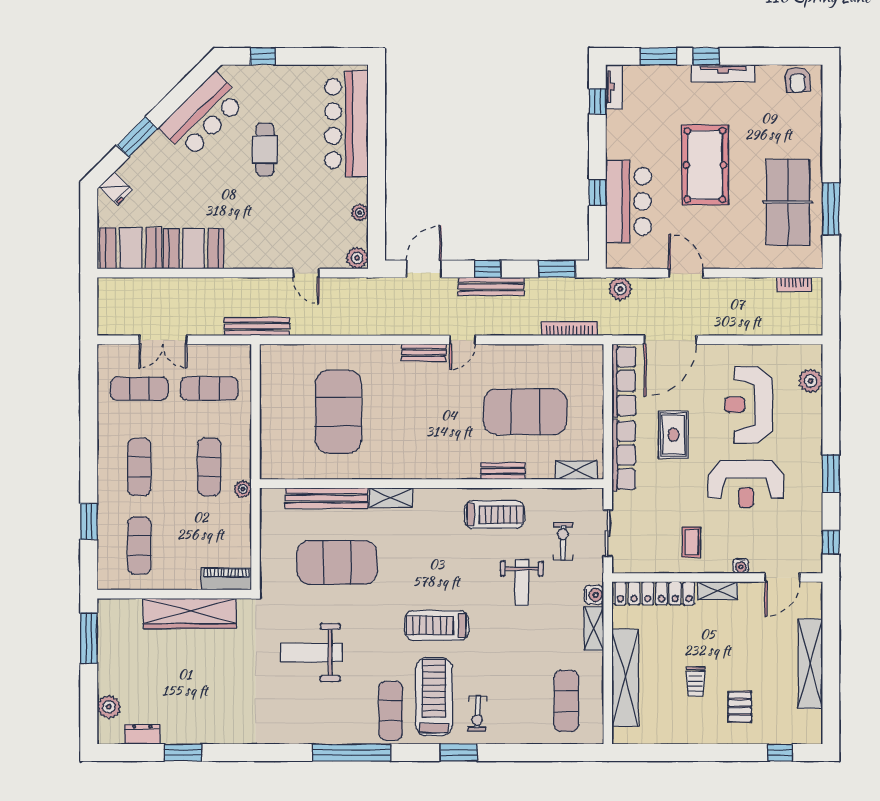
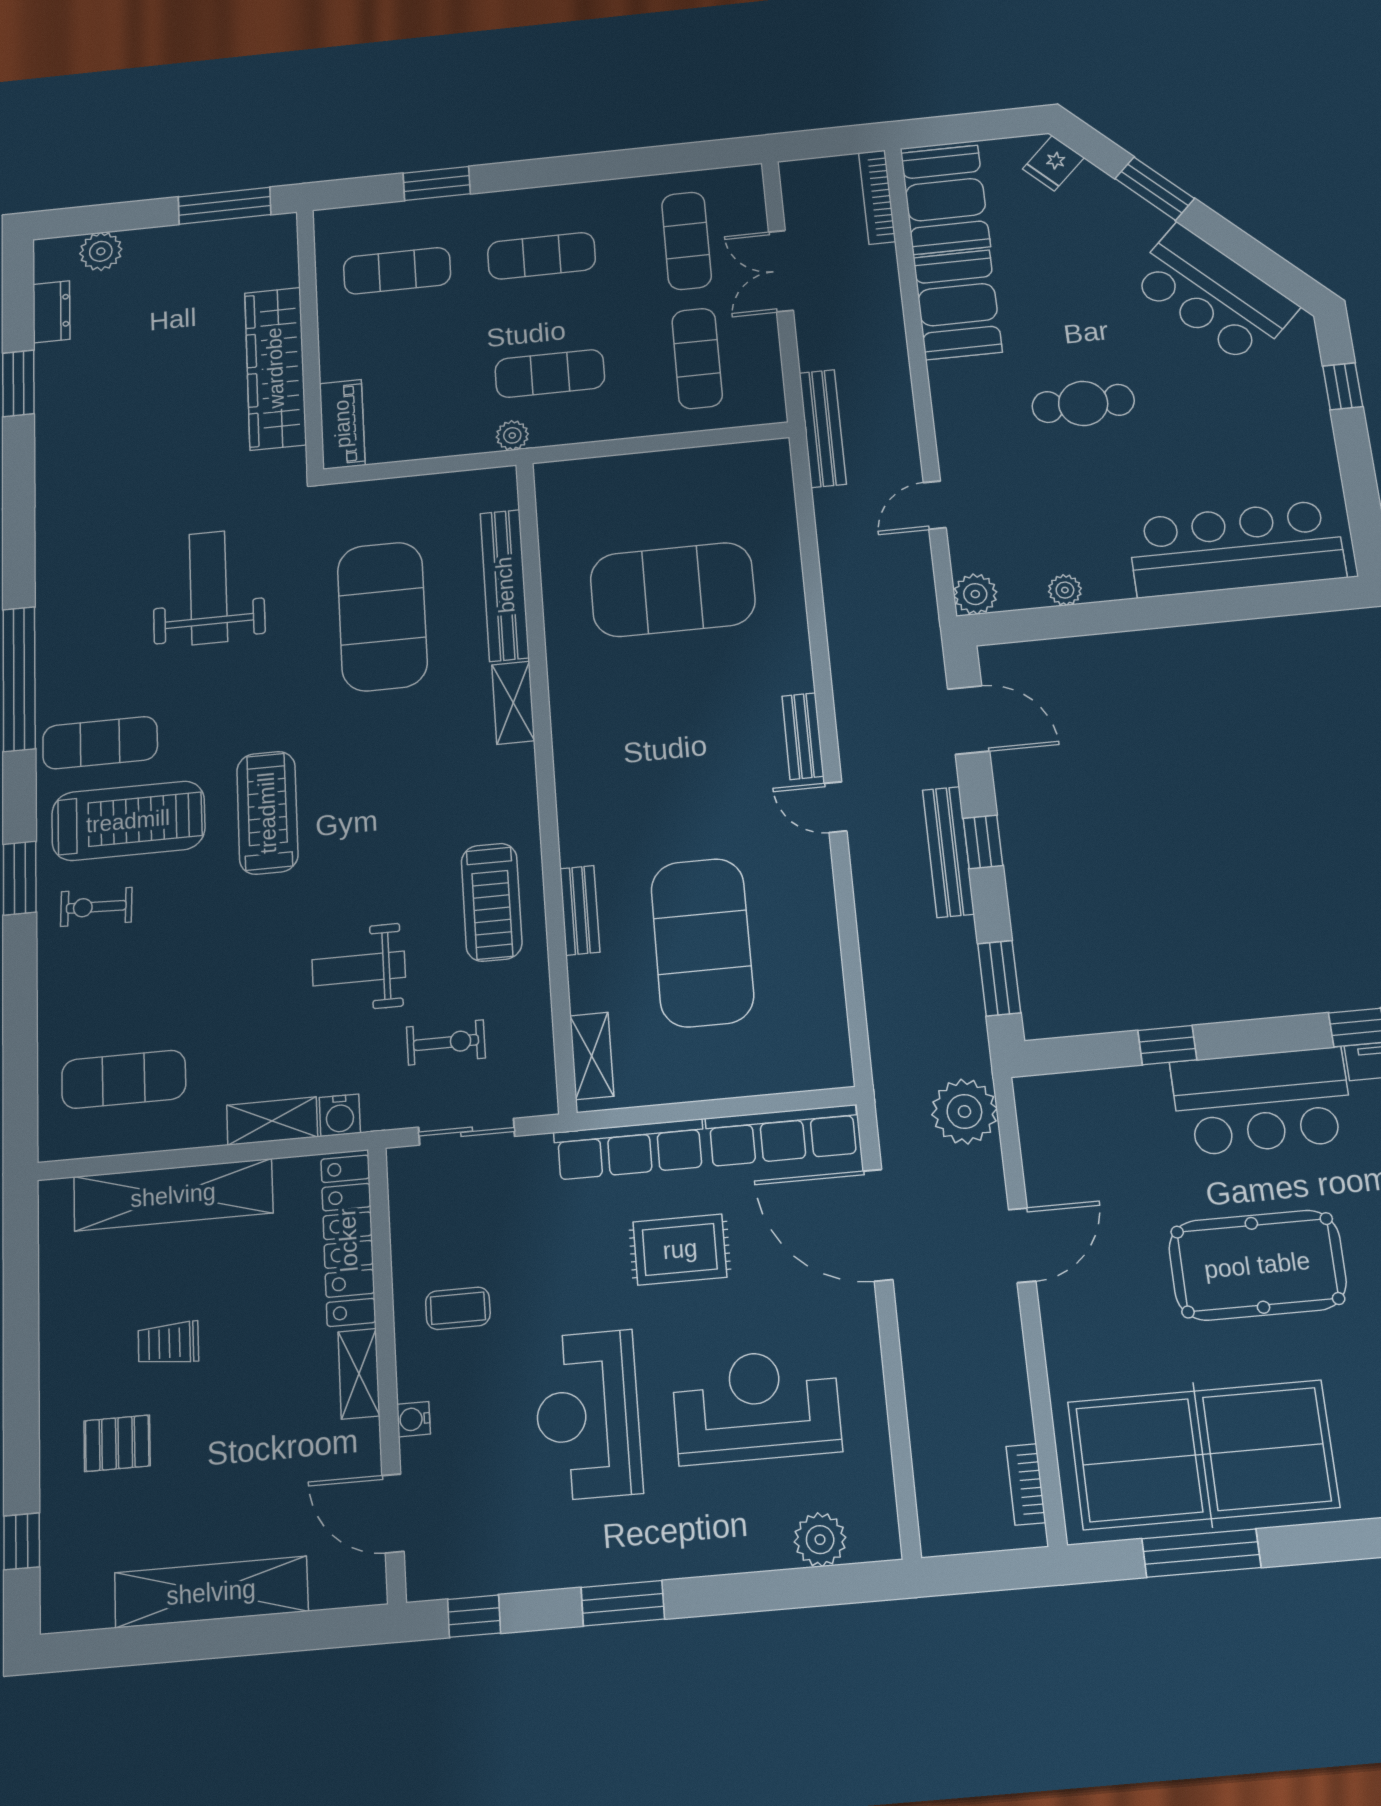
cafe table: (265, 149) -> (1083, 403), moved
bar counter: (629, 201) -> (1262, 1101), moved
table tennis table: (788, 202) -> (1203, 1454), width x1.36, depth x1.32
plant: (620, 289) -> (964, 1111), width x1.36, depth x1.36
bookcase: (569, 329) -> (877, 197), moved, turned 180

